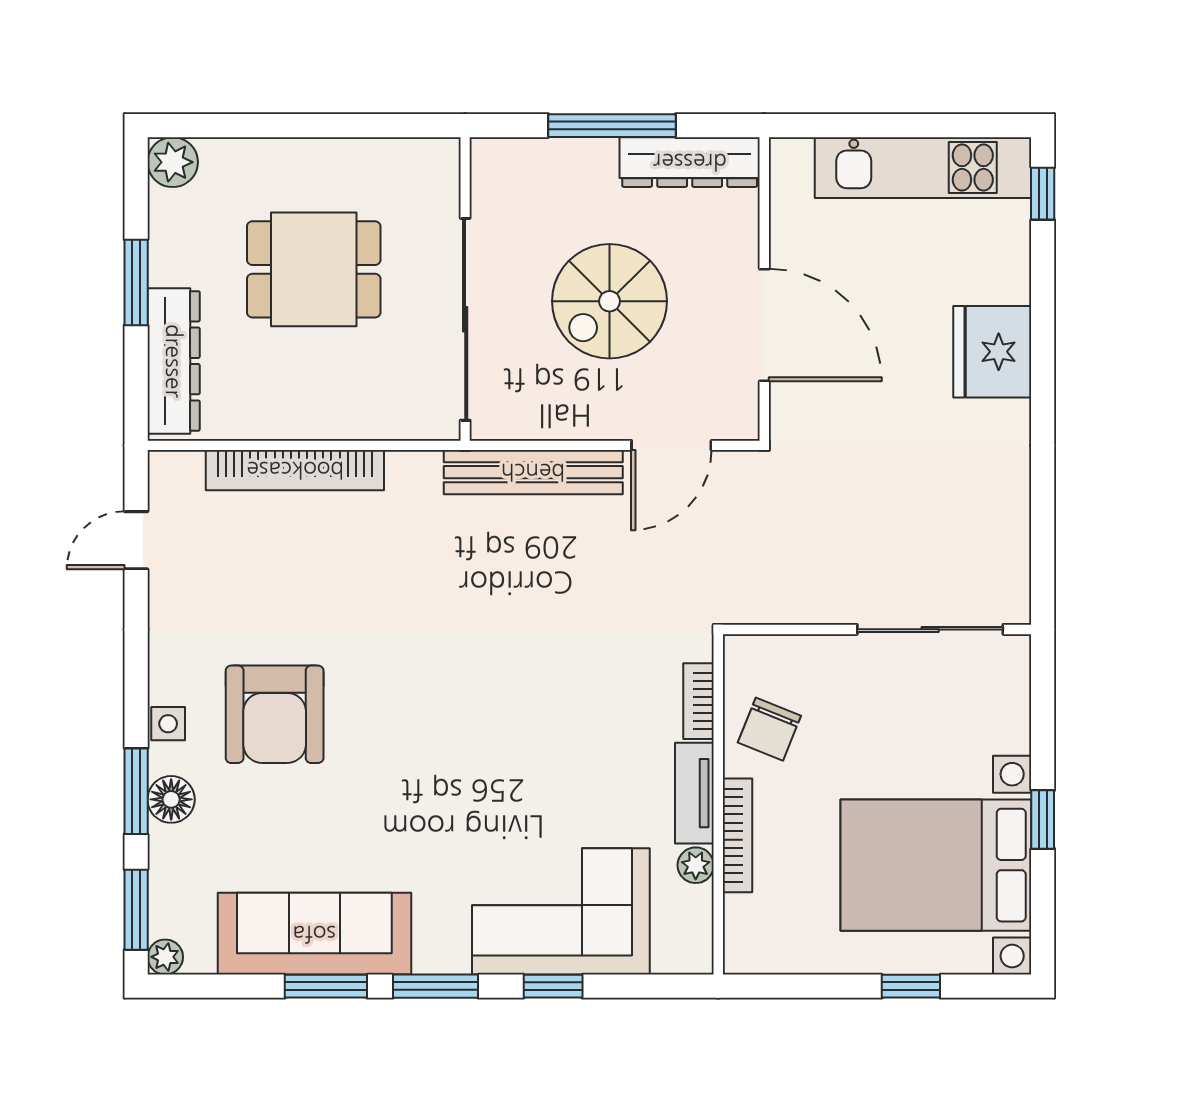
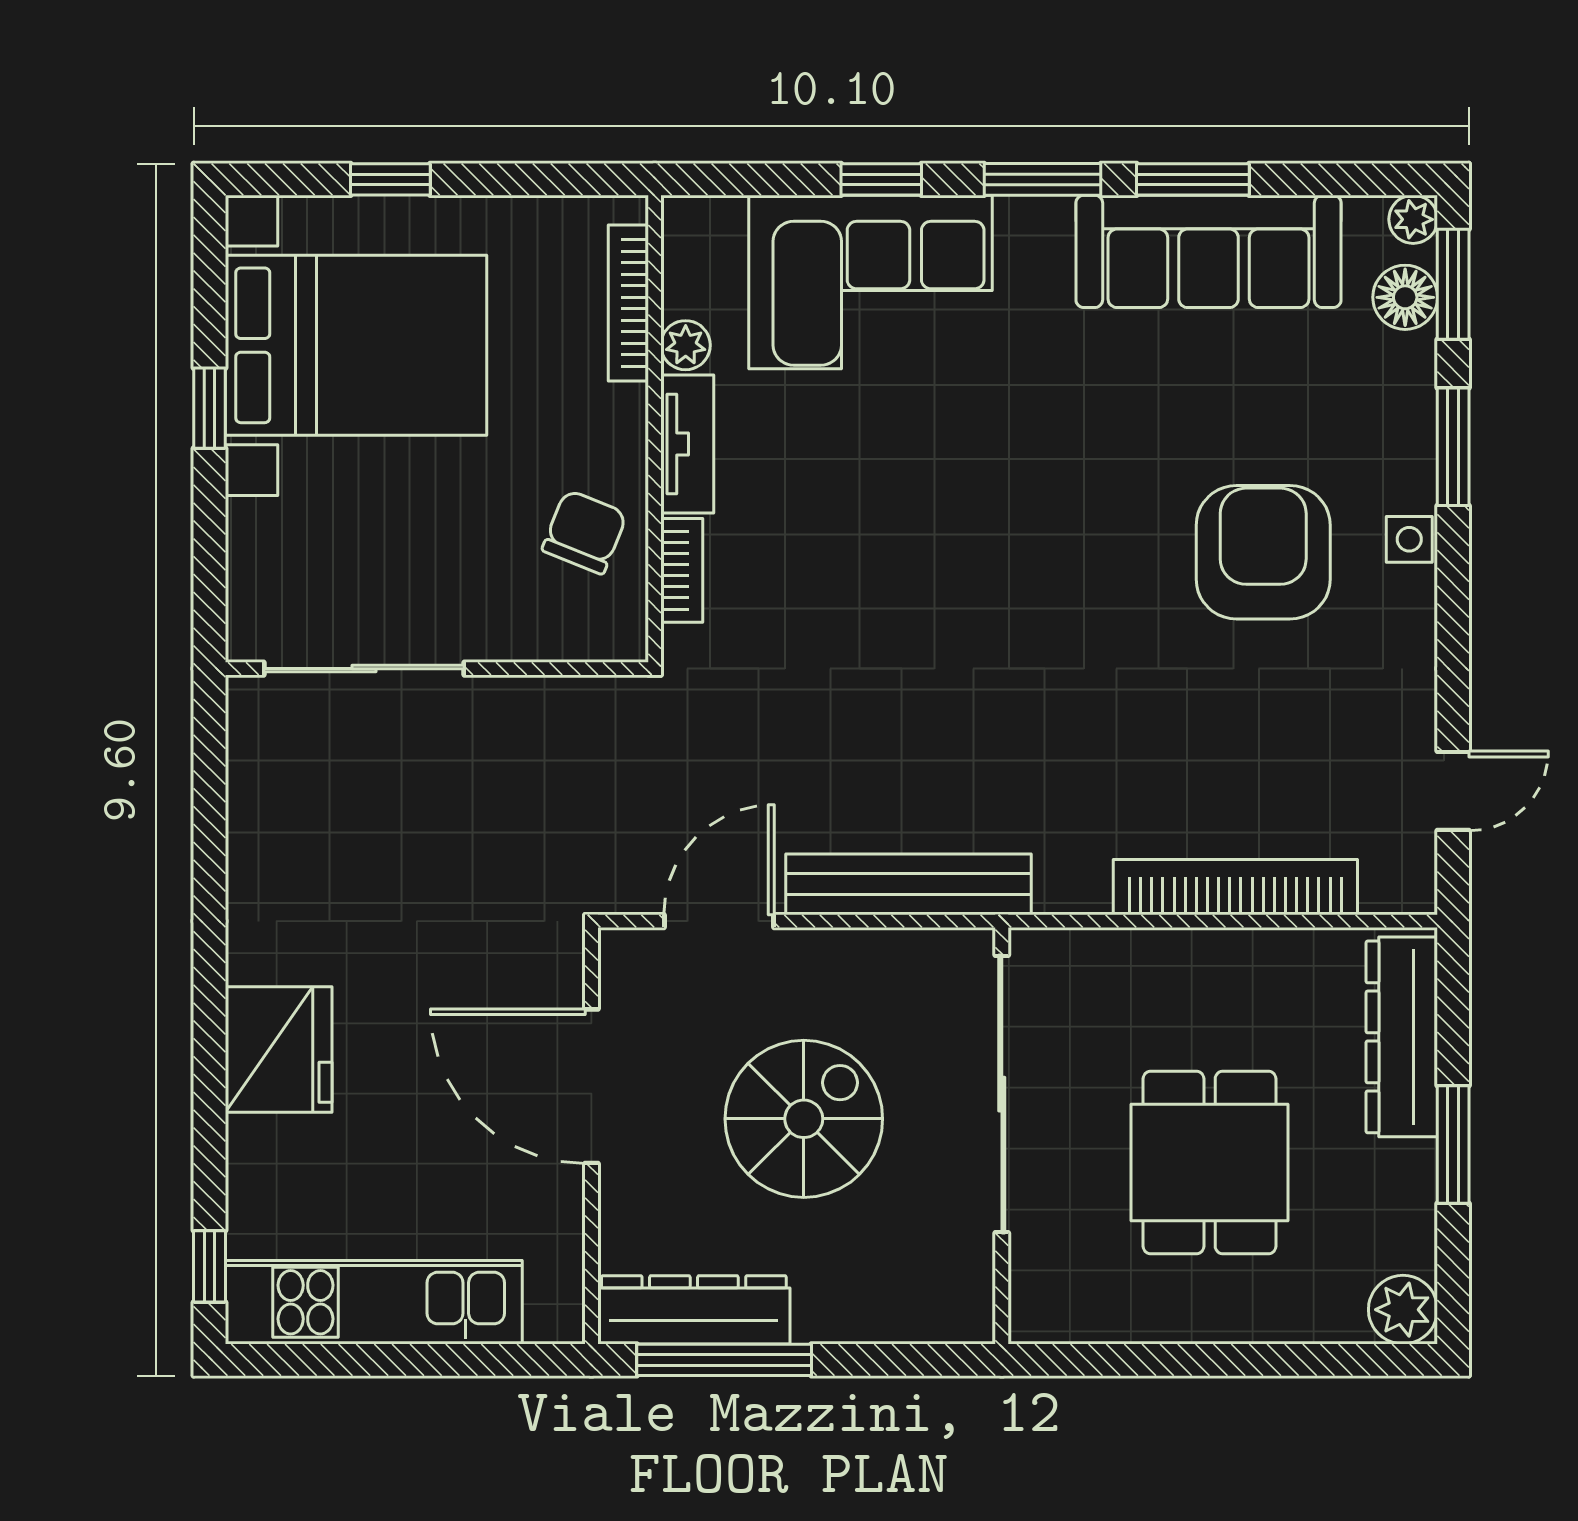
window: (612, 126) -> (724, 1360), moved
dining table: (314, 269) -> (1210, 1163), turned 90
floor lamp: (171, 799) -> (1405, 297), moved
bookcase: (737, 835) -> (628, 303), moved

